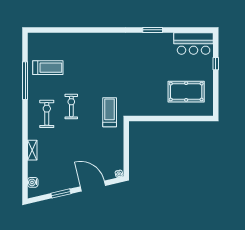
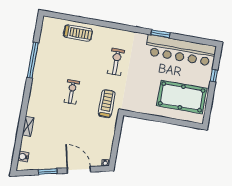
bar counter: (194, 43) -> (181, 50), width x1.86
treadmill: (48, 68) -> (78, 33), moved
pool table: (186, 92) -> (182, 97), width x1.36, depth x1.32
exercise bike: (47, 114) -> (116, 62), moved

